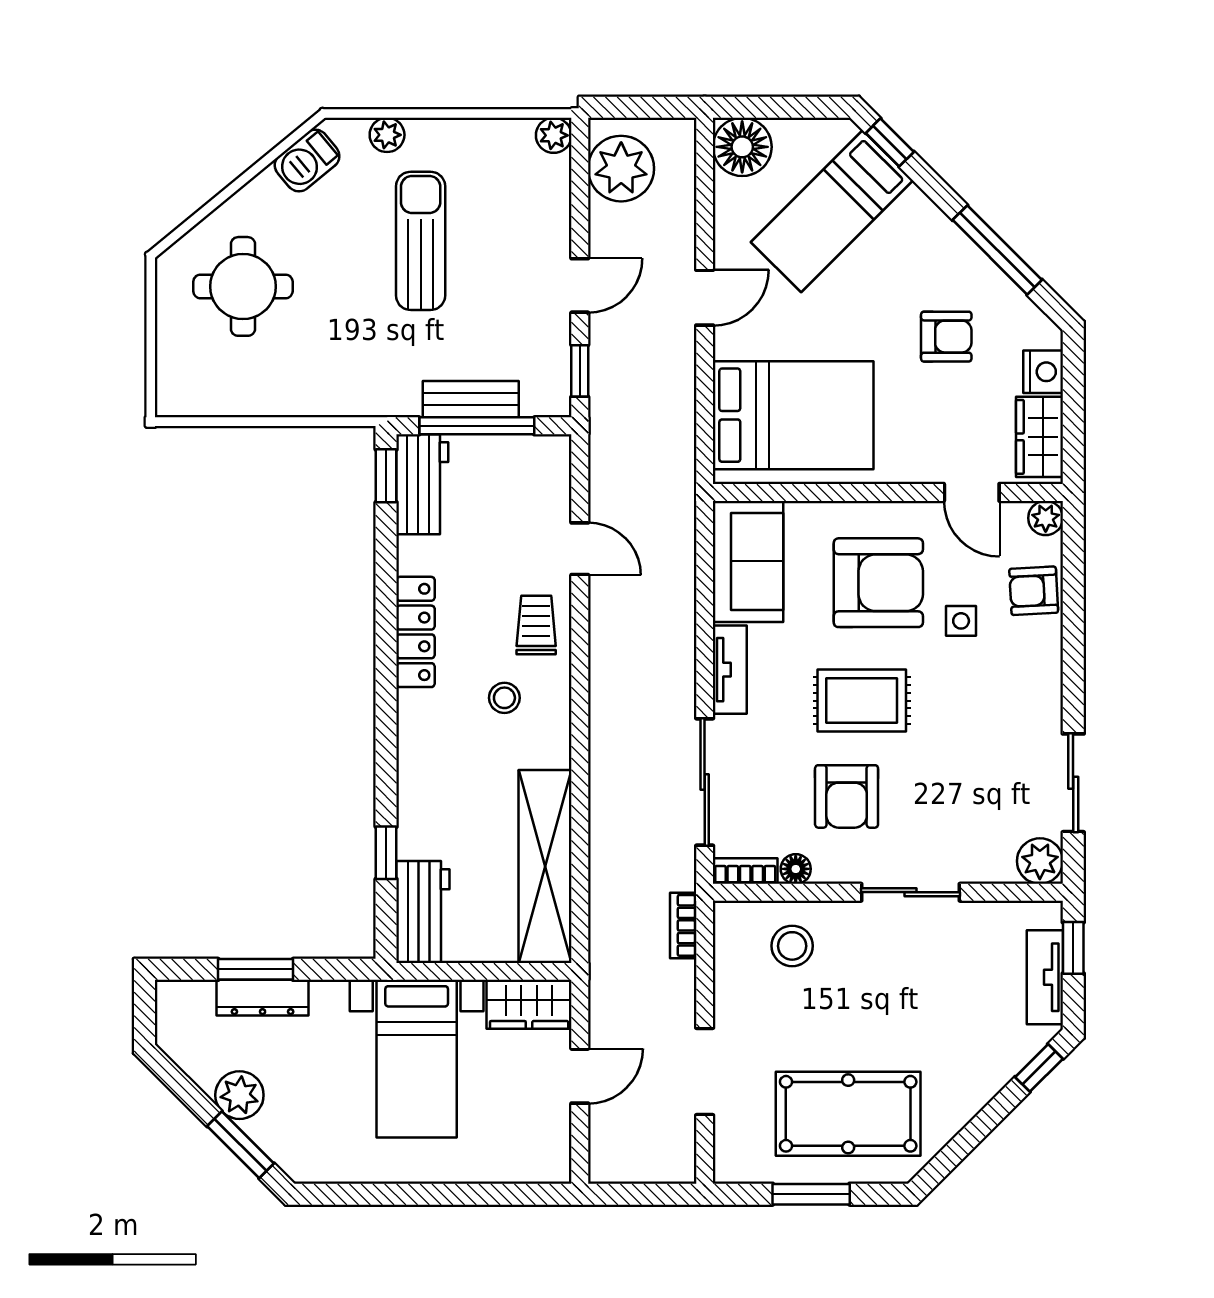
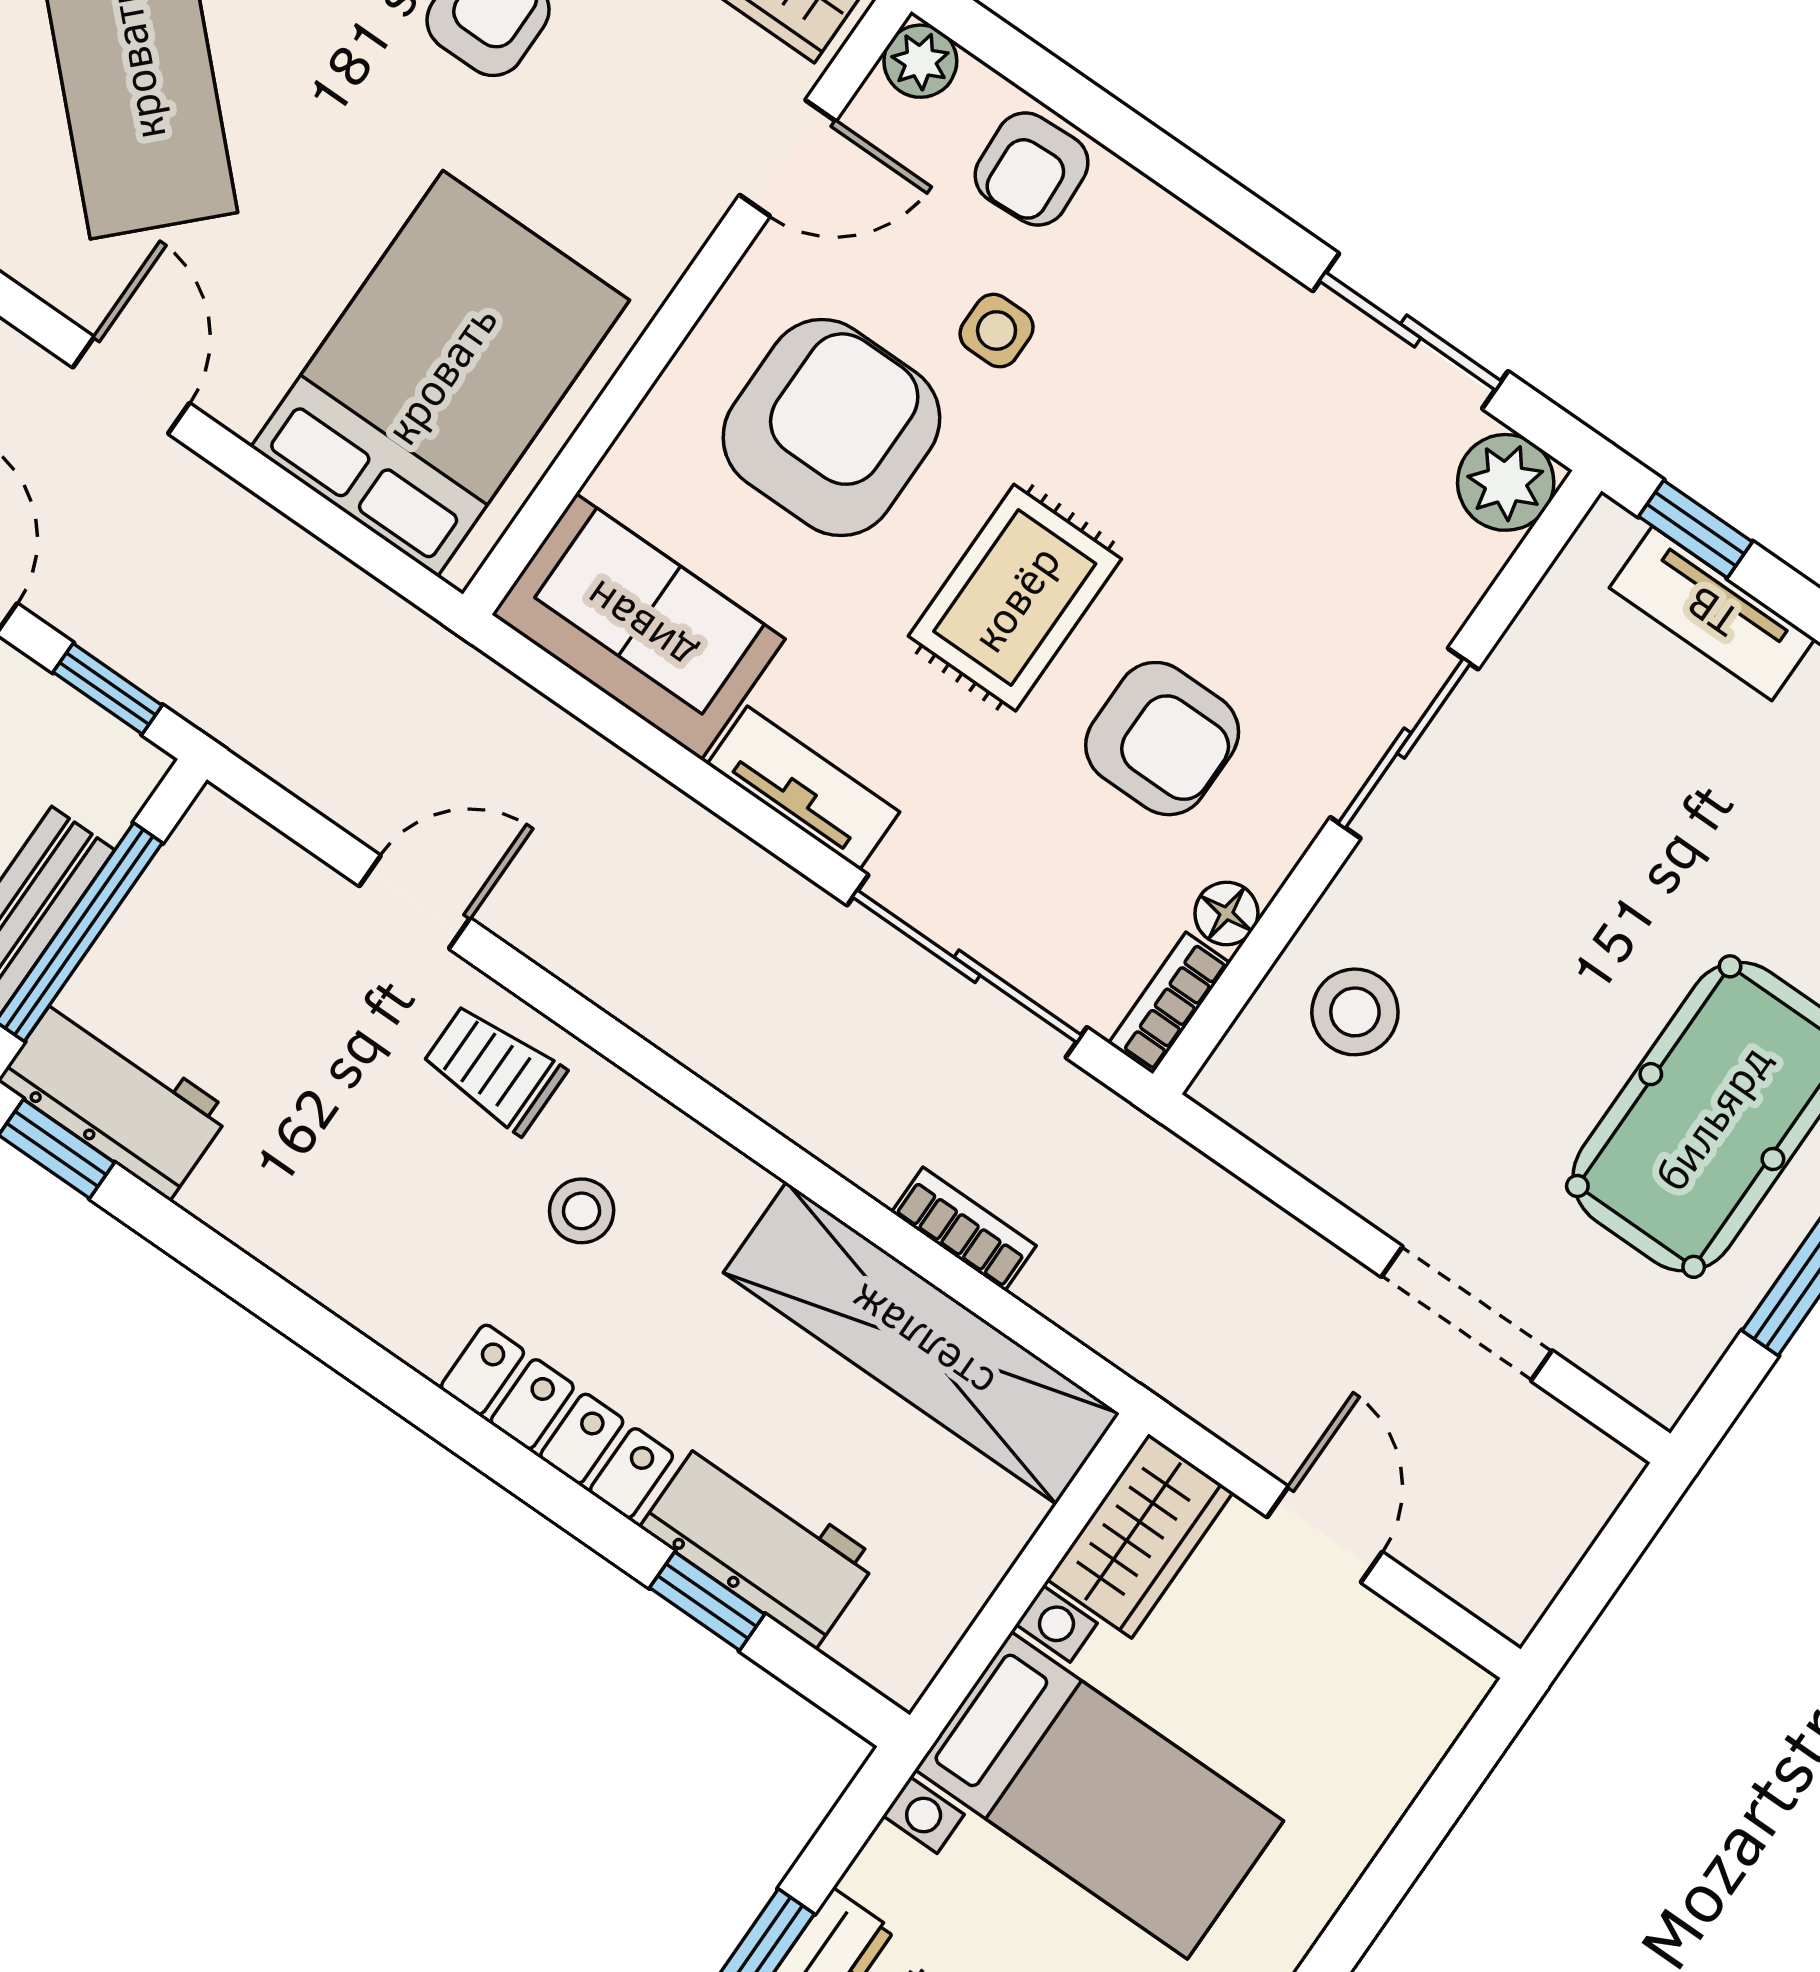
locker: (416, 632) -> (557, 1421), moved
workbench: (423, 912) -> (759, 1543), moved
bookcase: (683, 925) -> (964, 1229), moved, turned 180

